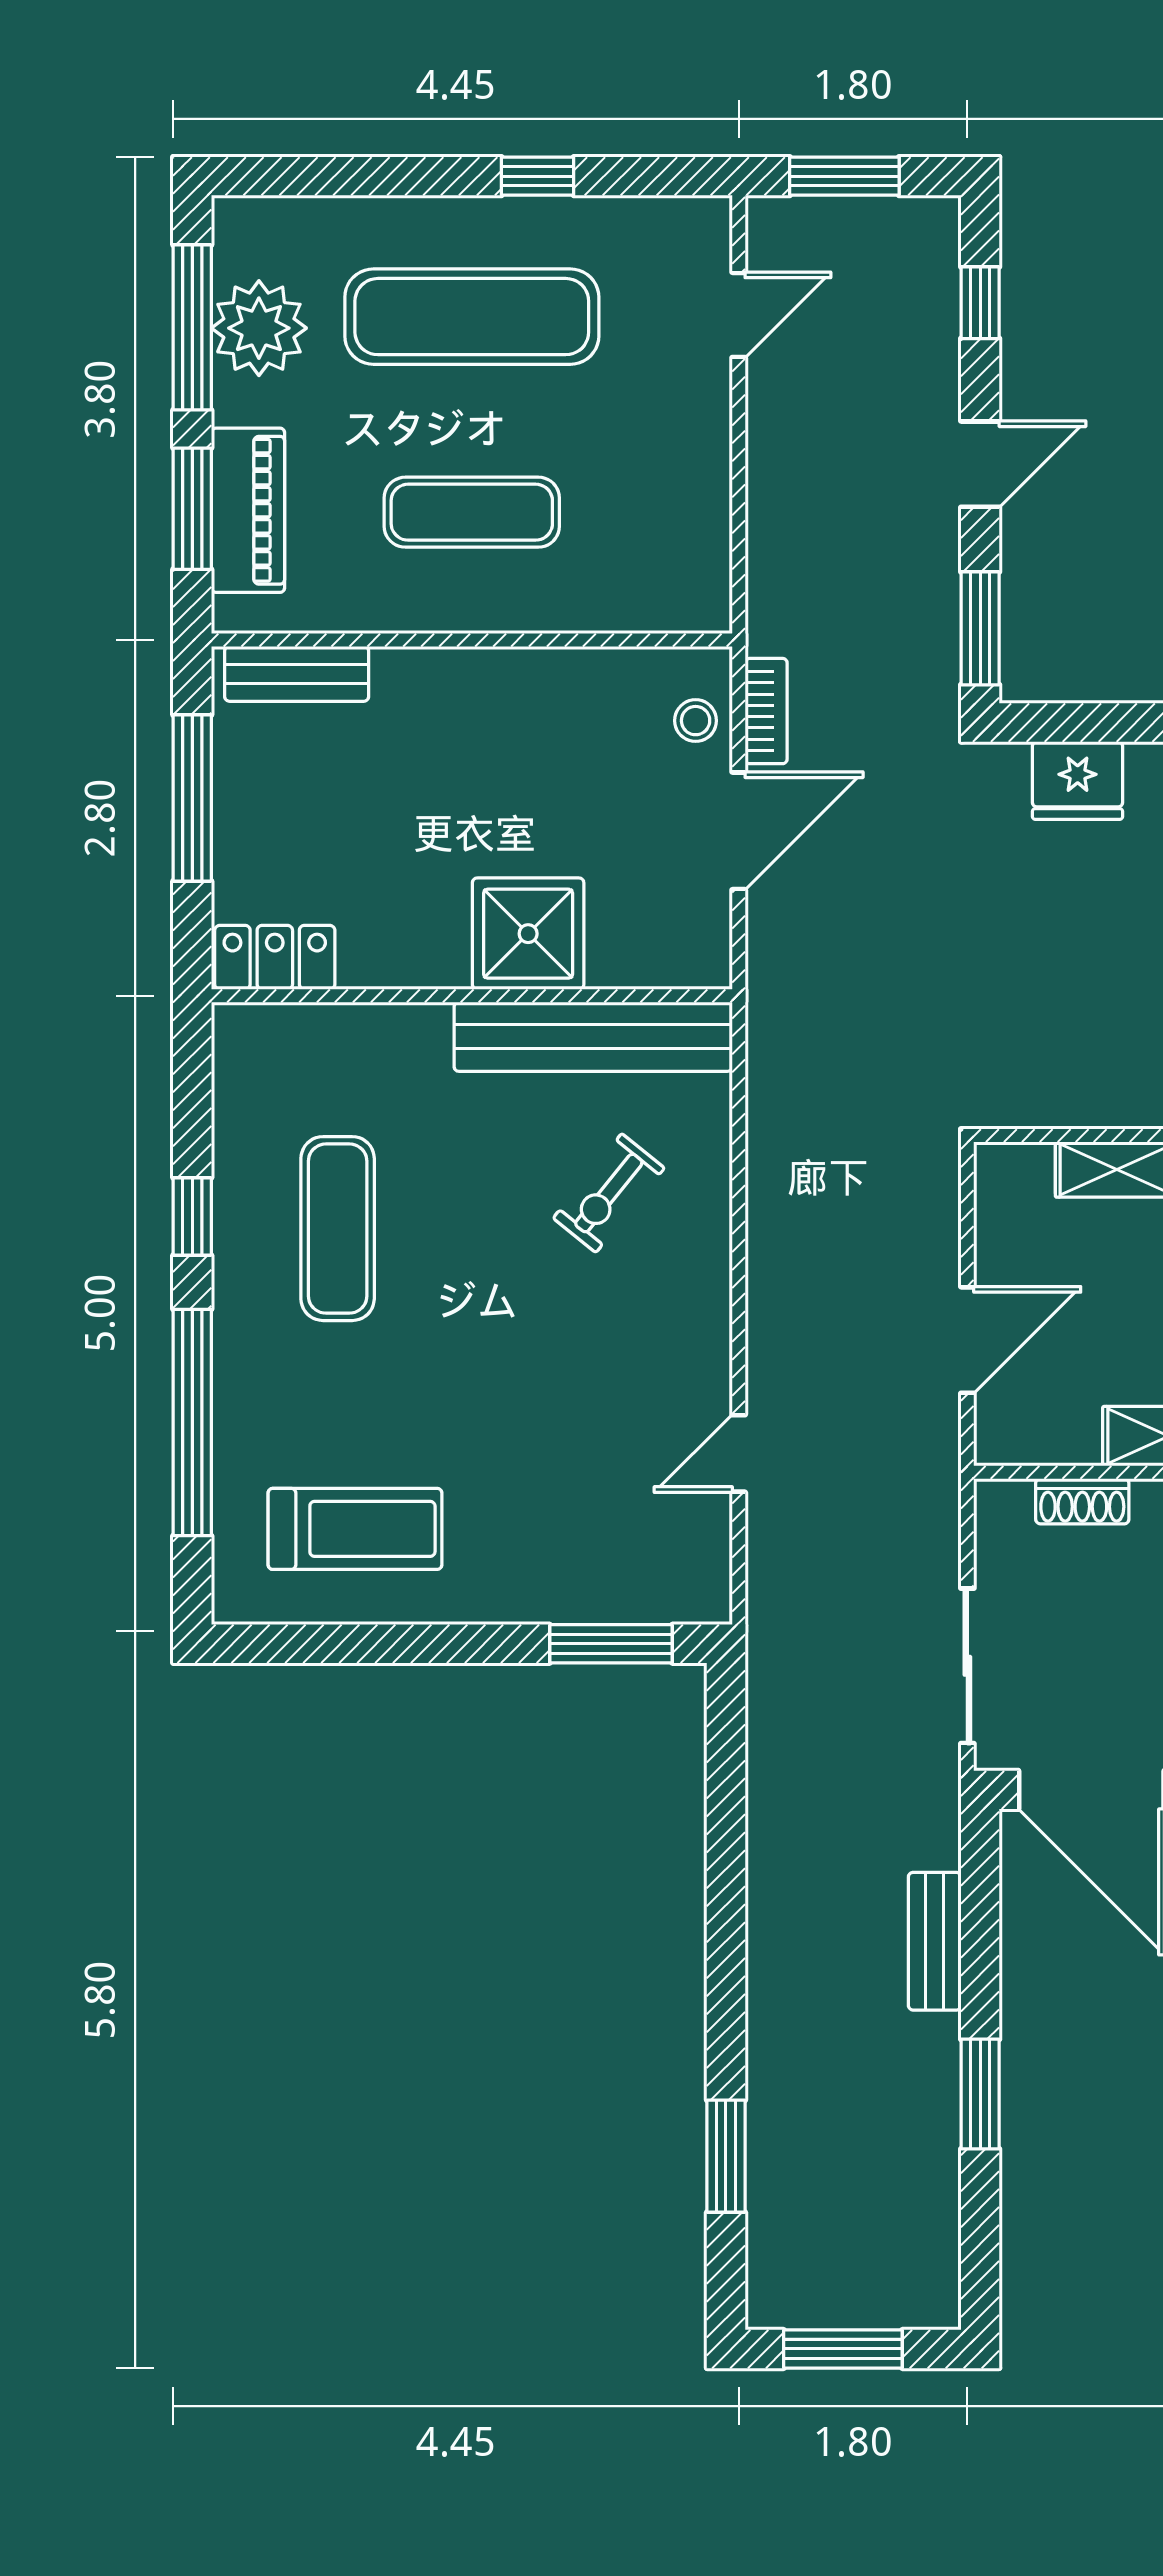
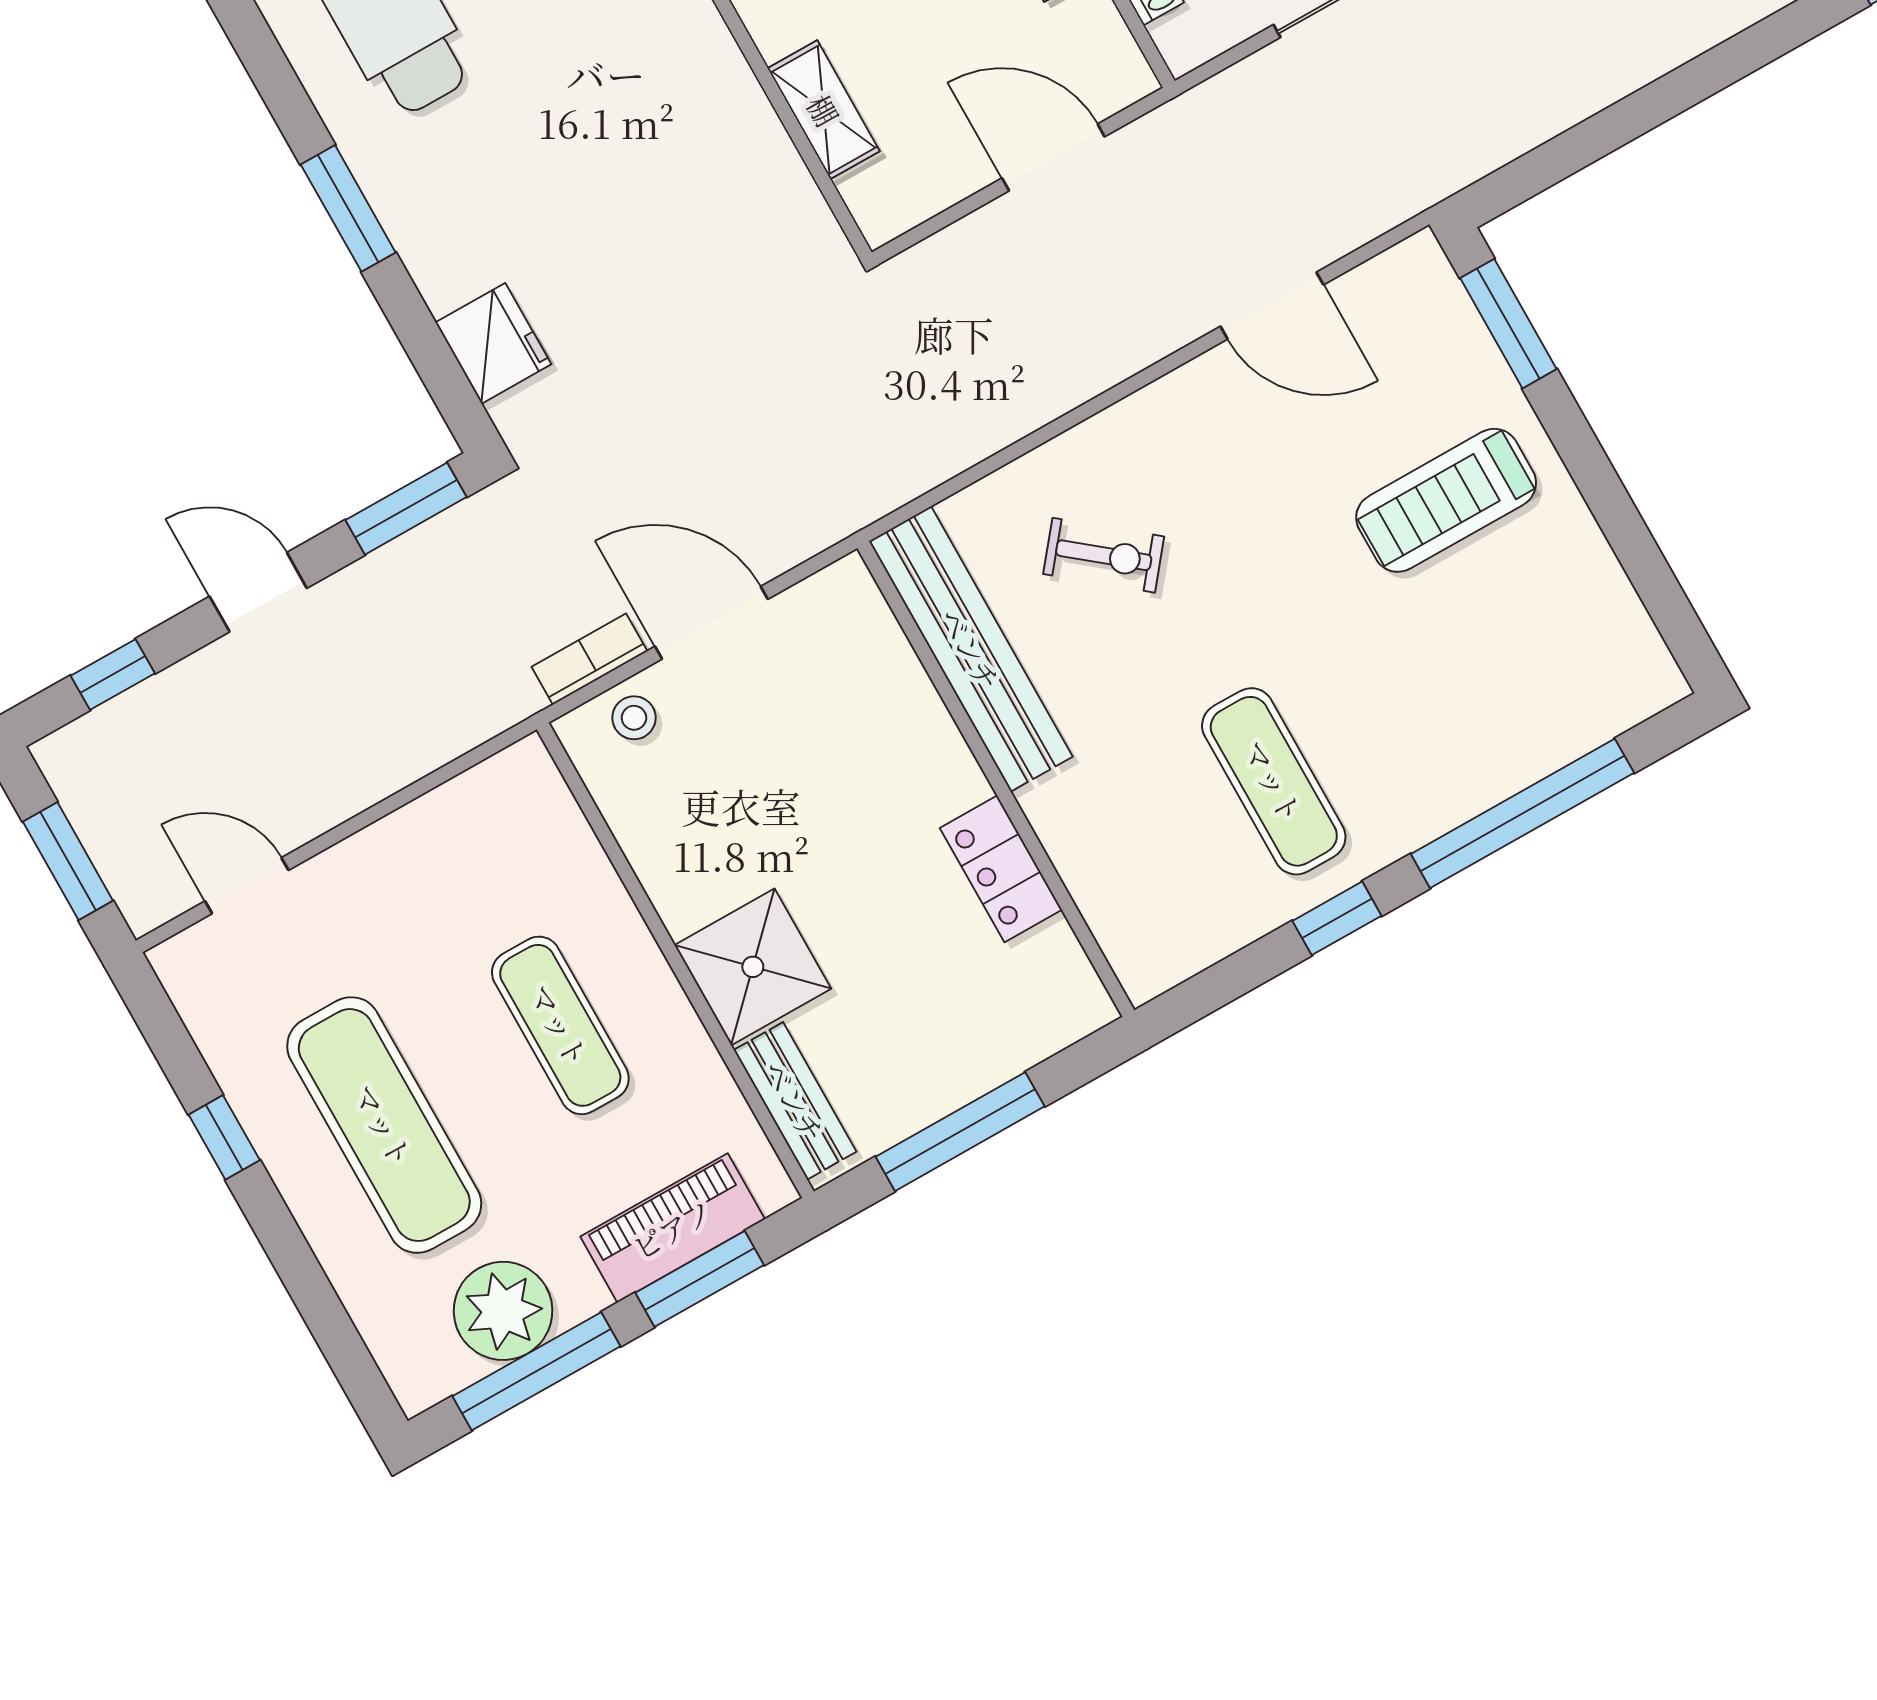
shower: (528, 934) -> (753, 967), moved
locker: (275, 957) -> (1001, 869), moved
exercise mat: (338, 1229) -> (1274, 781), turned 90
door: (739, 1453) -> (1272, 306), width x1.38
treadmill: (355, 1529) -> (1446, 500), moved, turned -90

